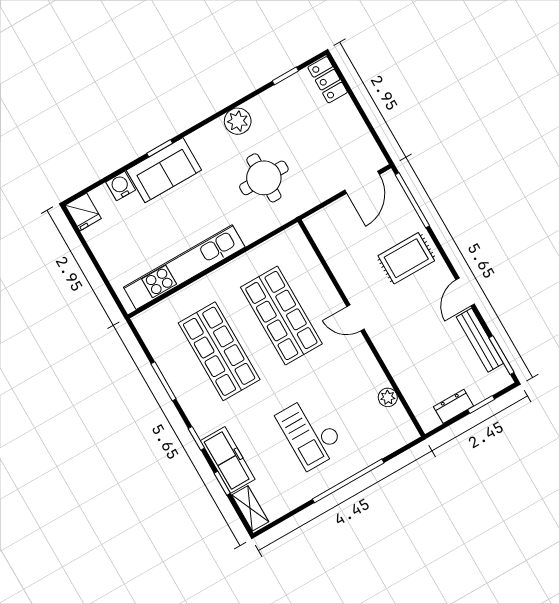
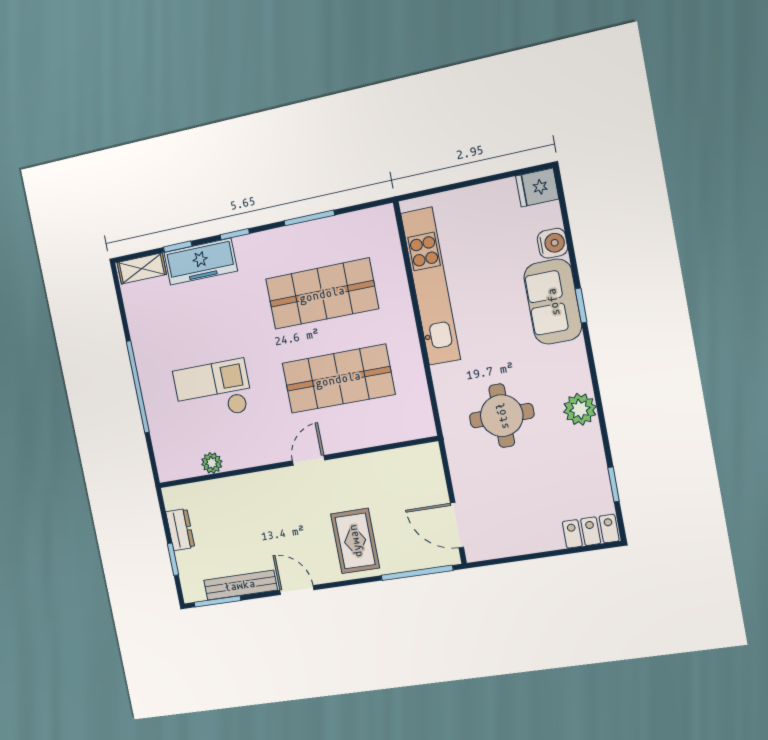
checkout: (310, 433) -> (213, 391), moved

